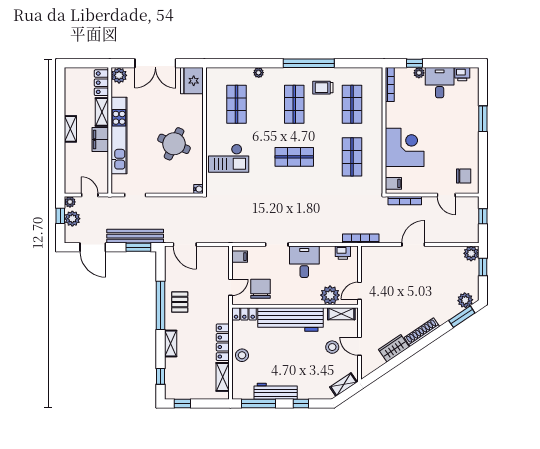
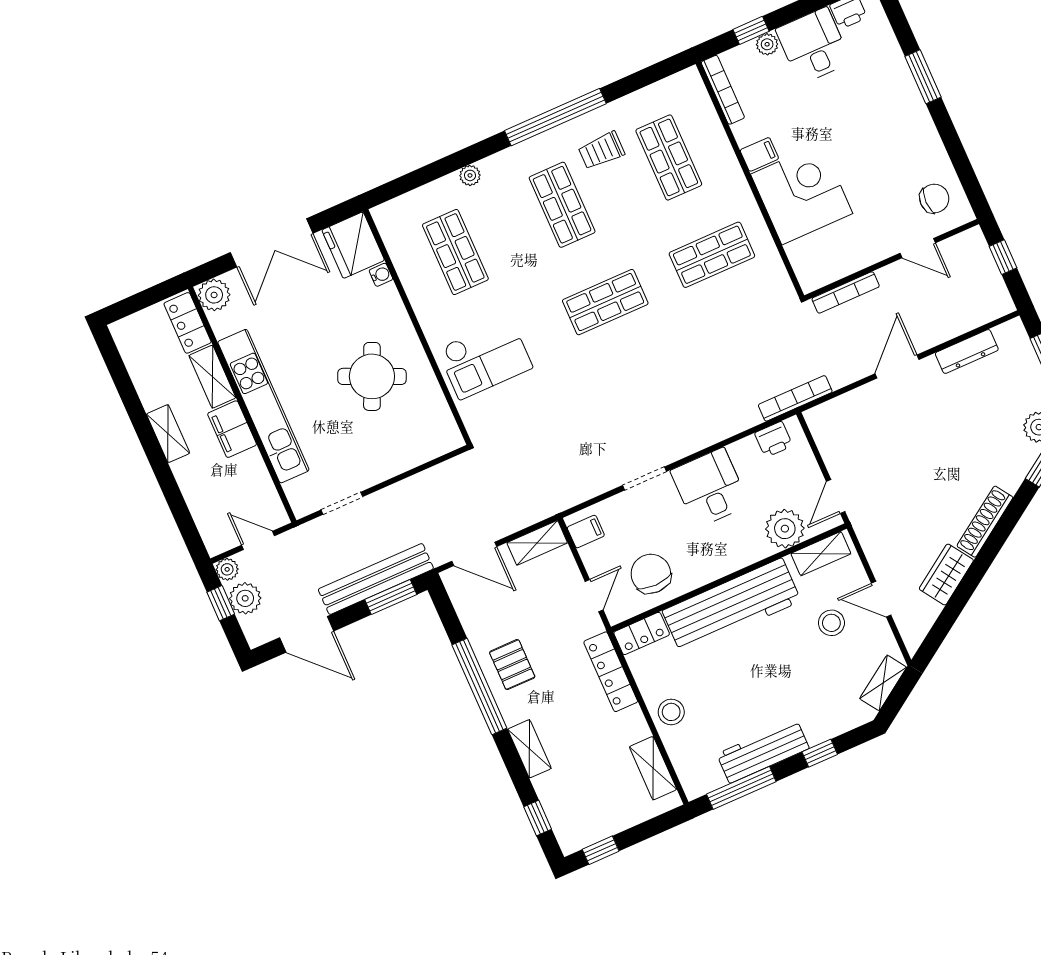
shop shelf: (352, 157) -> (712, 255), turned 90
filing cabinet: (393, 183) -> (759, 154), moved
water cooler: (198, 189) -> (381, 275), moved
shelving: (215, 252) -> (537, 543), added
dresser: (448, 252) -> (967, 351), added
plant: (471, 253) -> (1012, 336), removed
locker: (223, 342) -> (611, 672), moved

